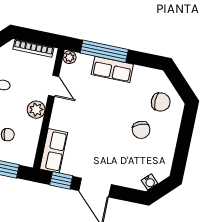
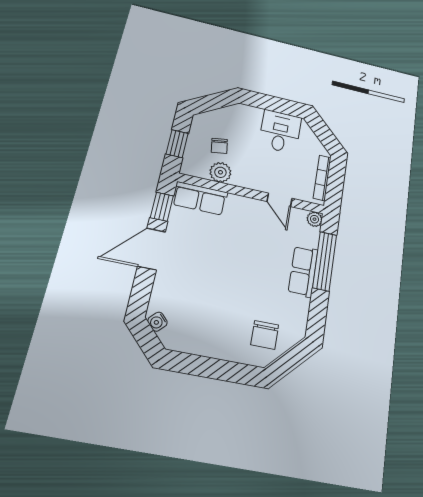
door: (54, 86) -> (279, 200), hinge flipped
plant: (36, 110) -> (220, 172), moved
chair: (141, 130) -> (228, 309), removed

